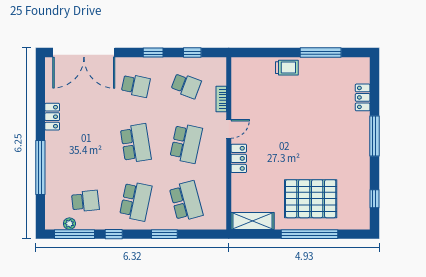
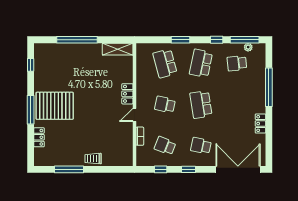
school desk: (186, 143) -> (165, 105), width x0.54
pallet: (311, 199) -> (55, 106), moved

